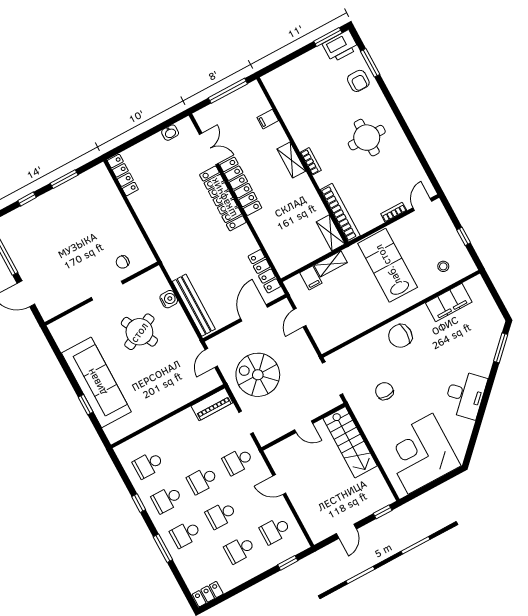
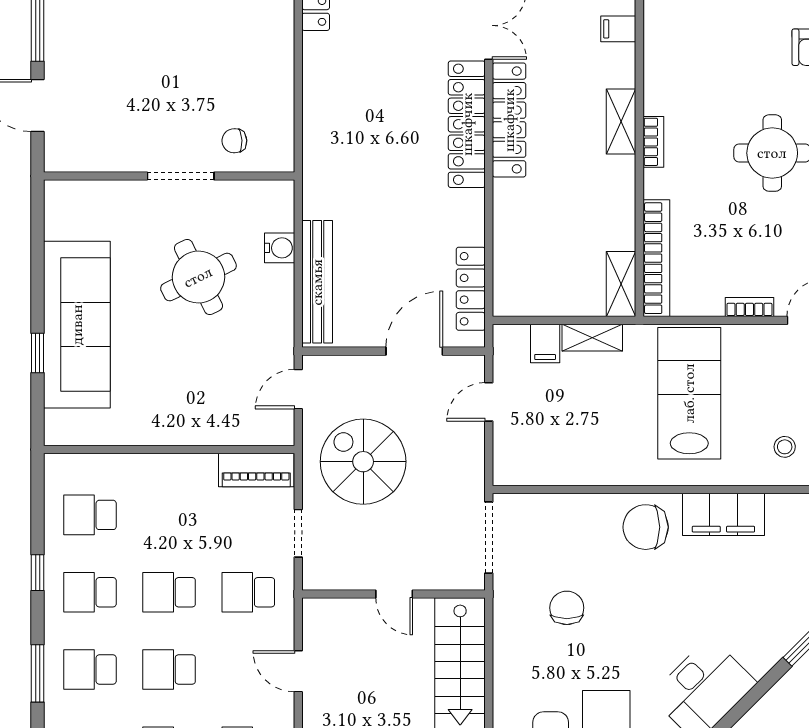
filing cabinet: (449, 302) -> (723, 514), moved

